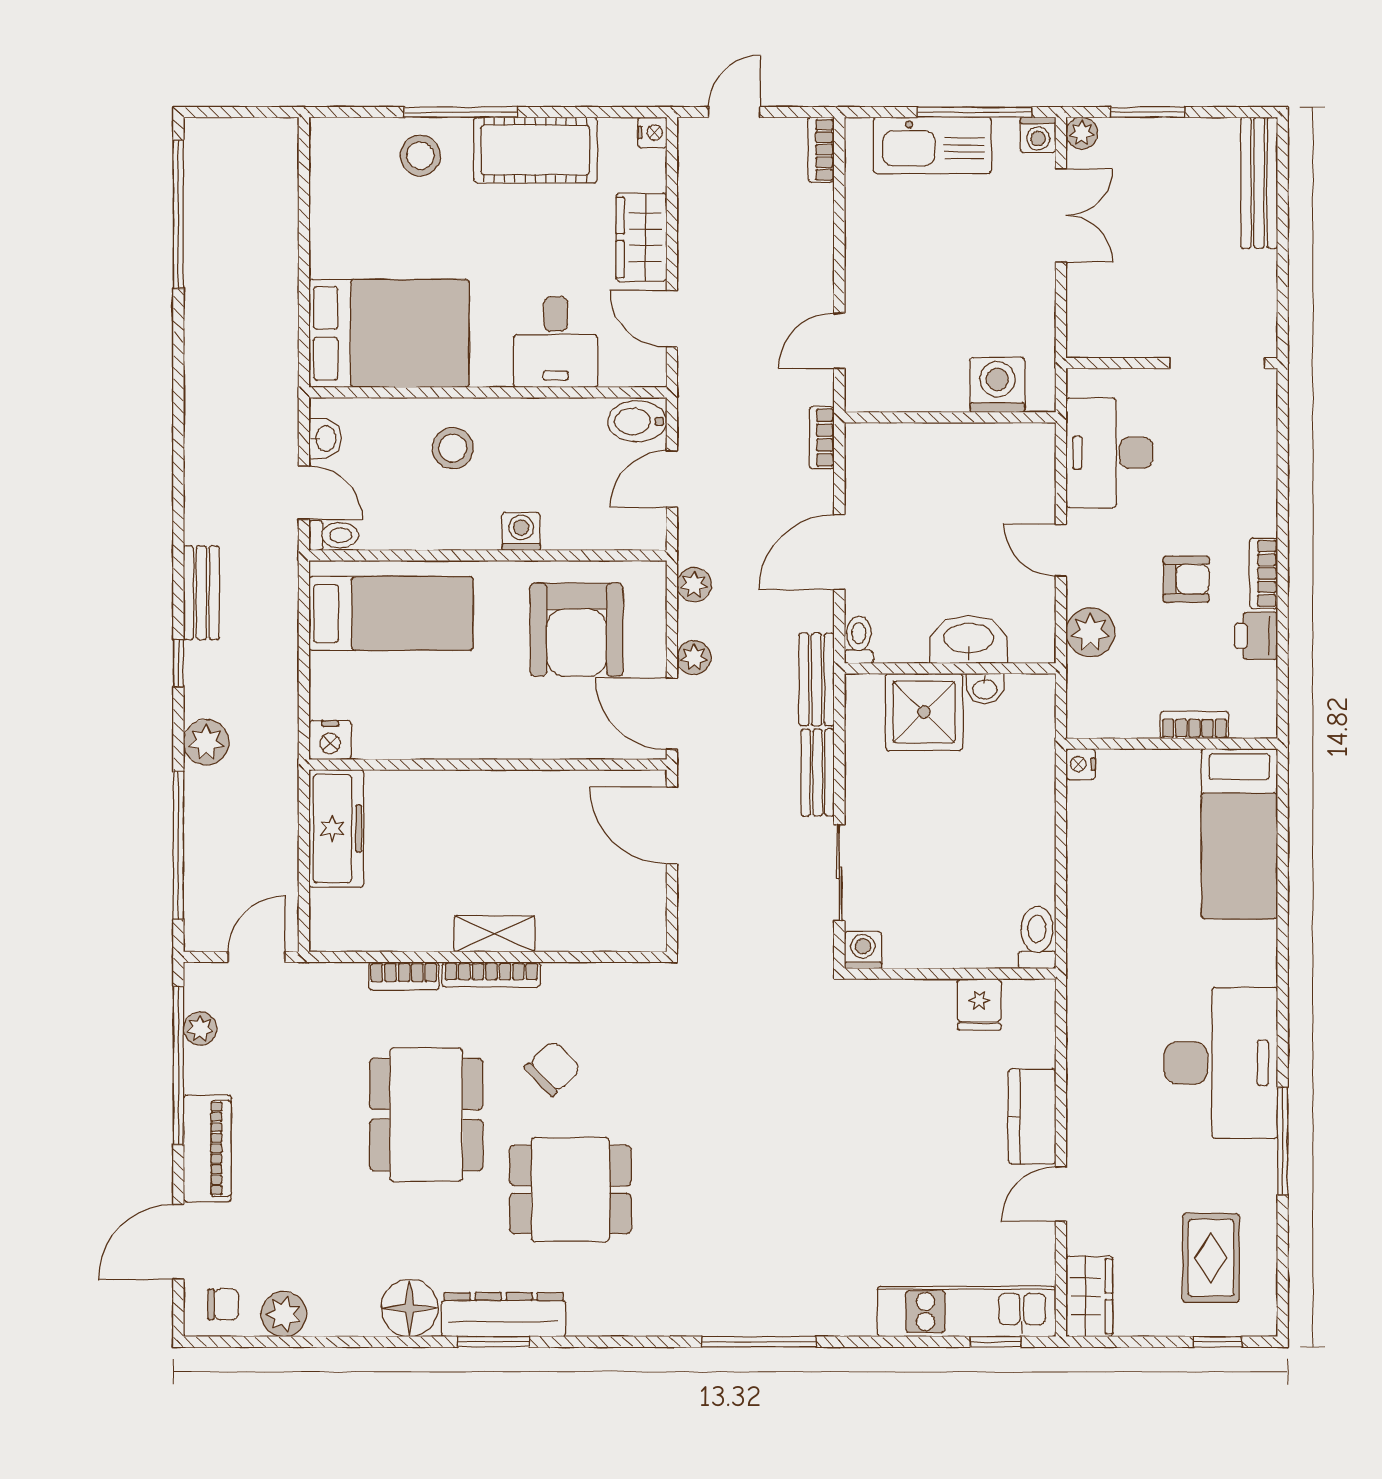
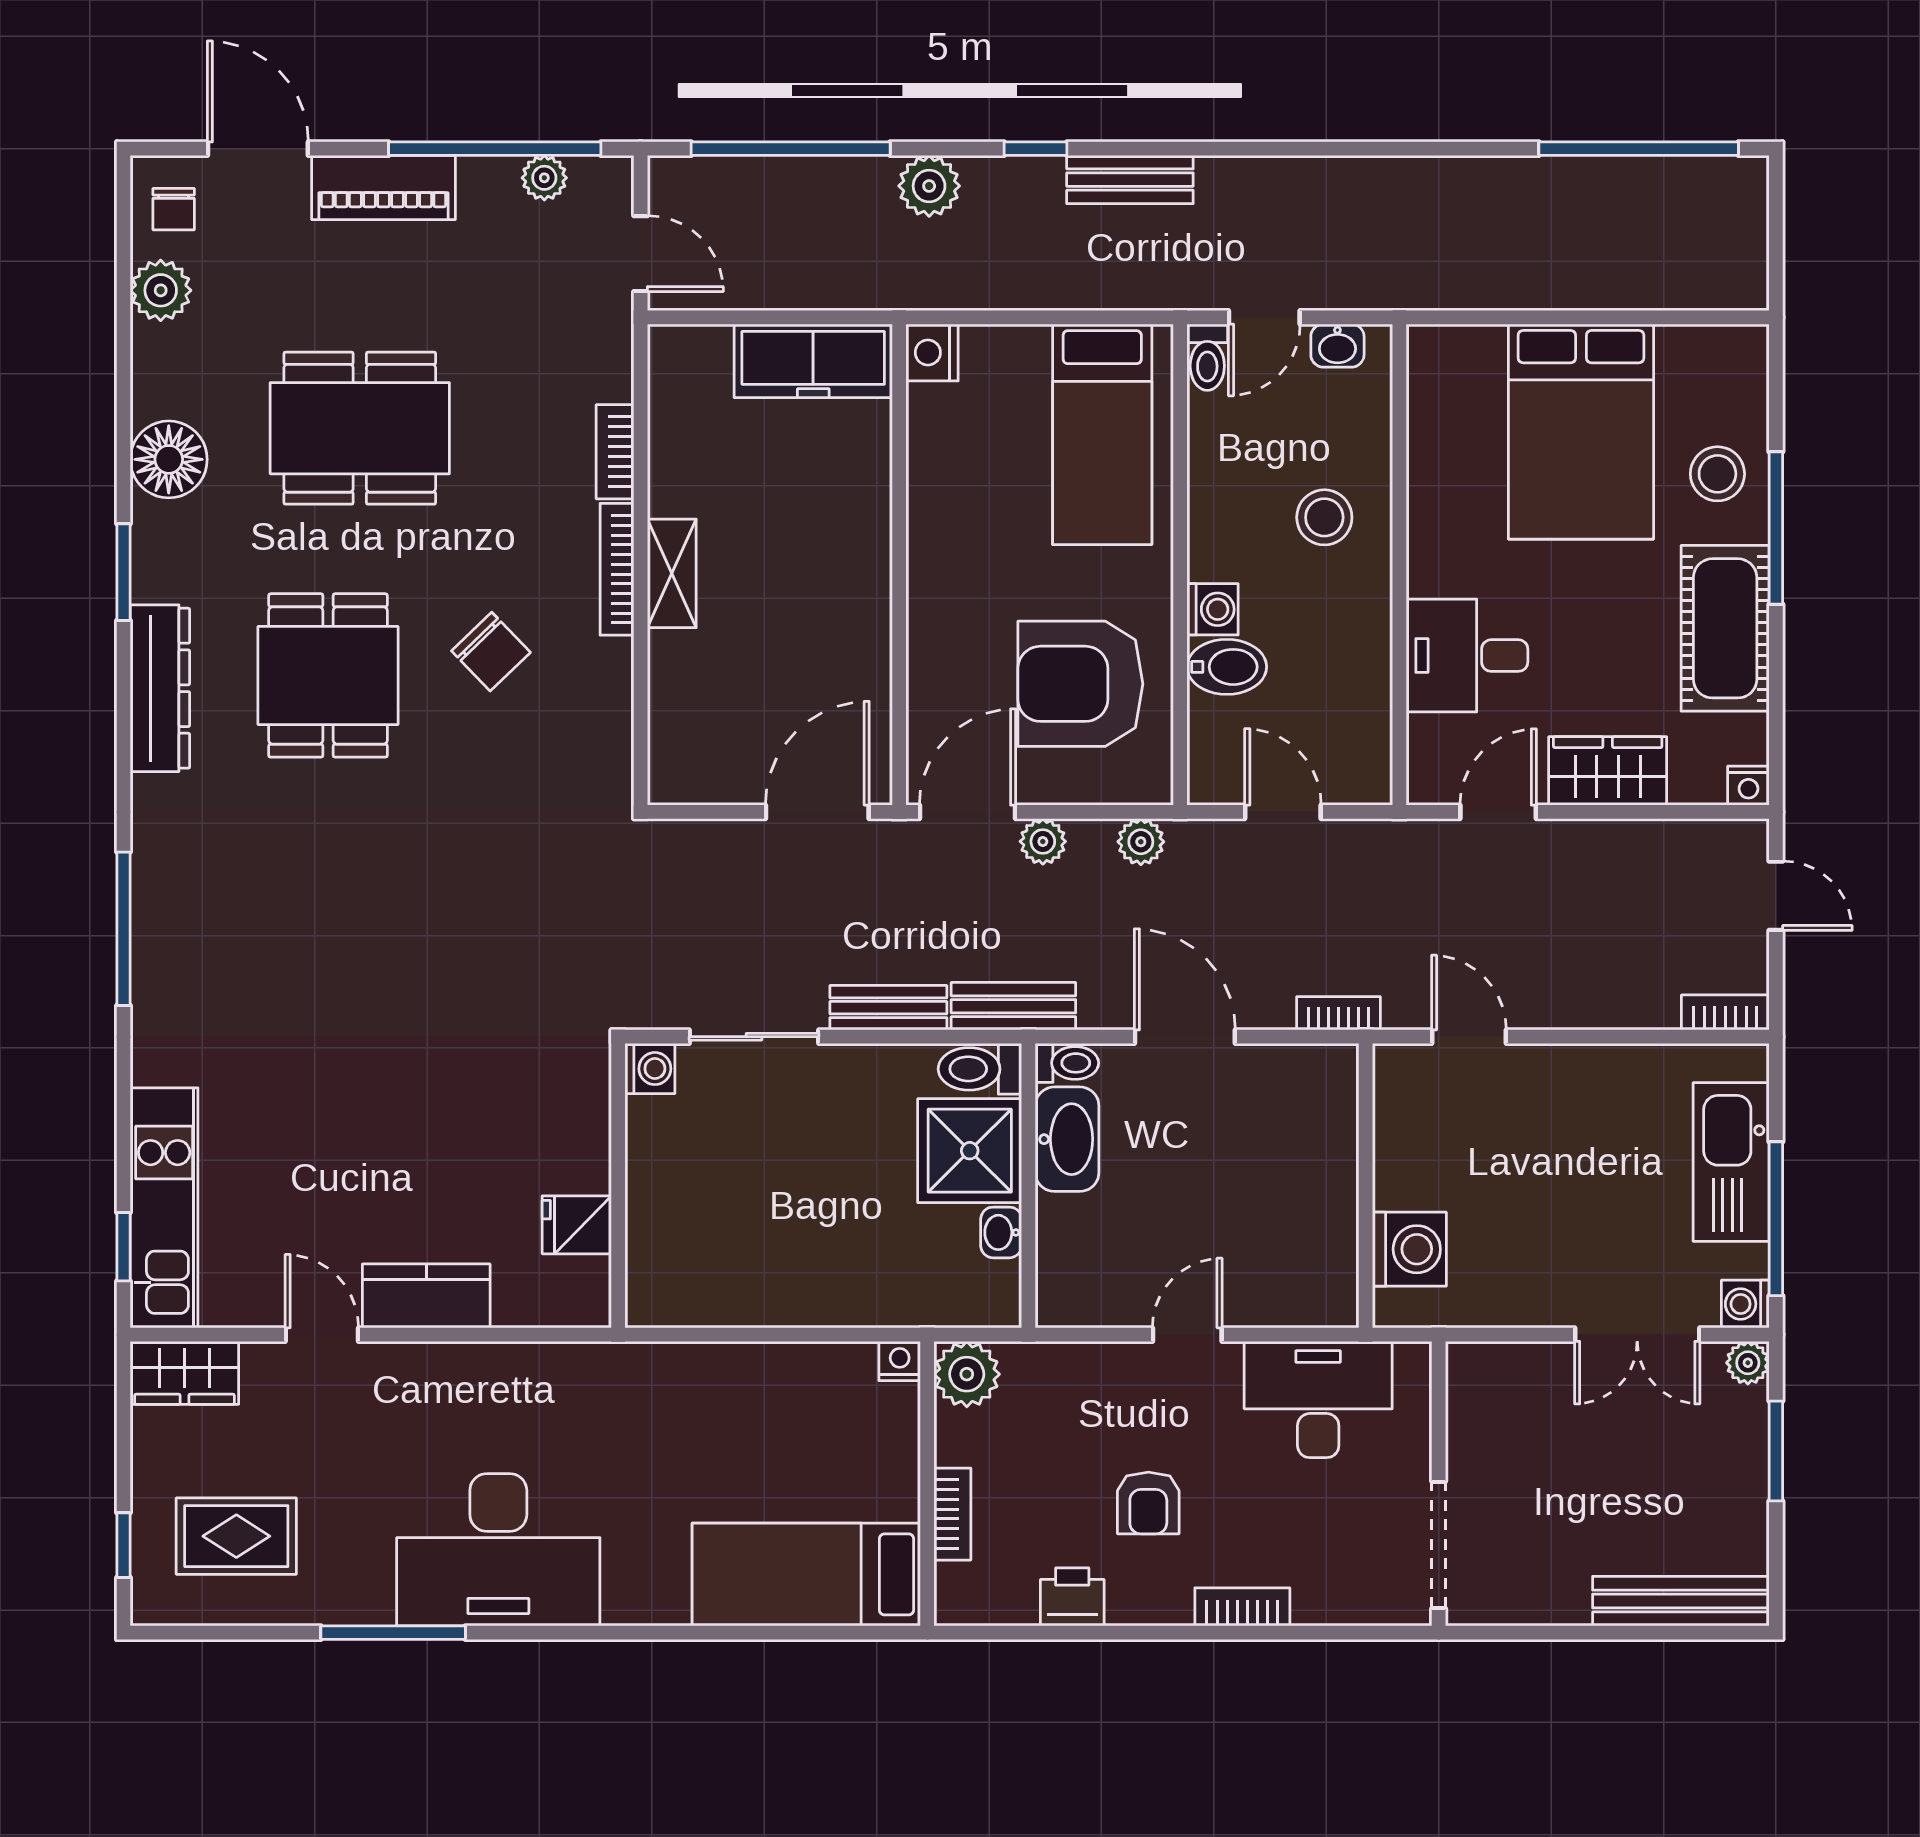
bed: (389, 333) -> (1581, 432), moved
bidet: (637, 421) -> (1227, 667), moved, turned 90
bookcase: (1263, 573) -> (1242, 1607), moved
plant: (1090, 632) -> (967, 1374), moved
washbasin: (969, 640) -> (1067, 1139), moved
toilet: (1037, 938) -> (980, 1069), moved, turned 180
dining table: (426, 1115) -> (360, 428), moved
dresser: (504, 1315) -> (160, 688), moved

